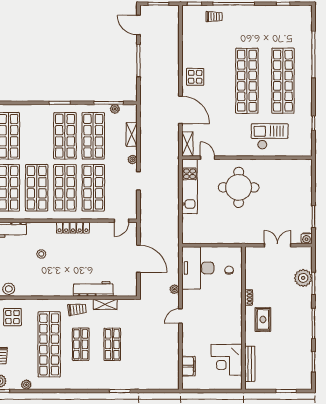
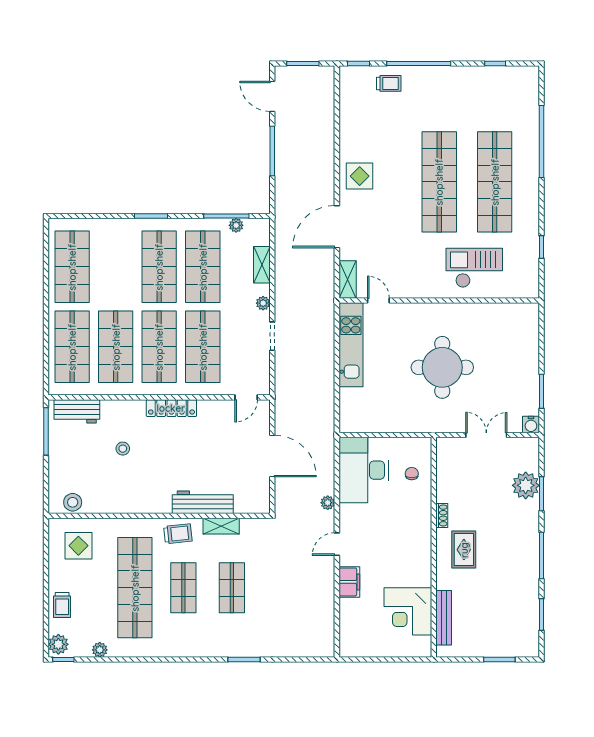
door: (180, 110) -> (337, 227), swing flipped
round table: (239, 187) -> (442, 367), moved
filing cabinet: (188, 366) -> (349, 582), moved

